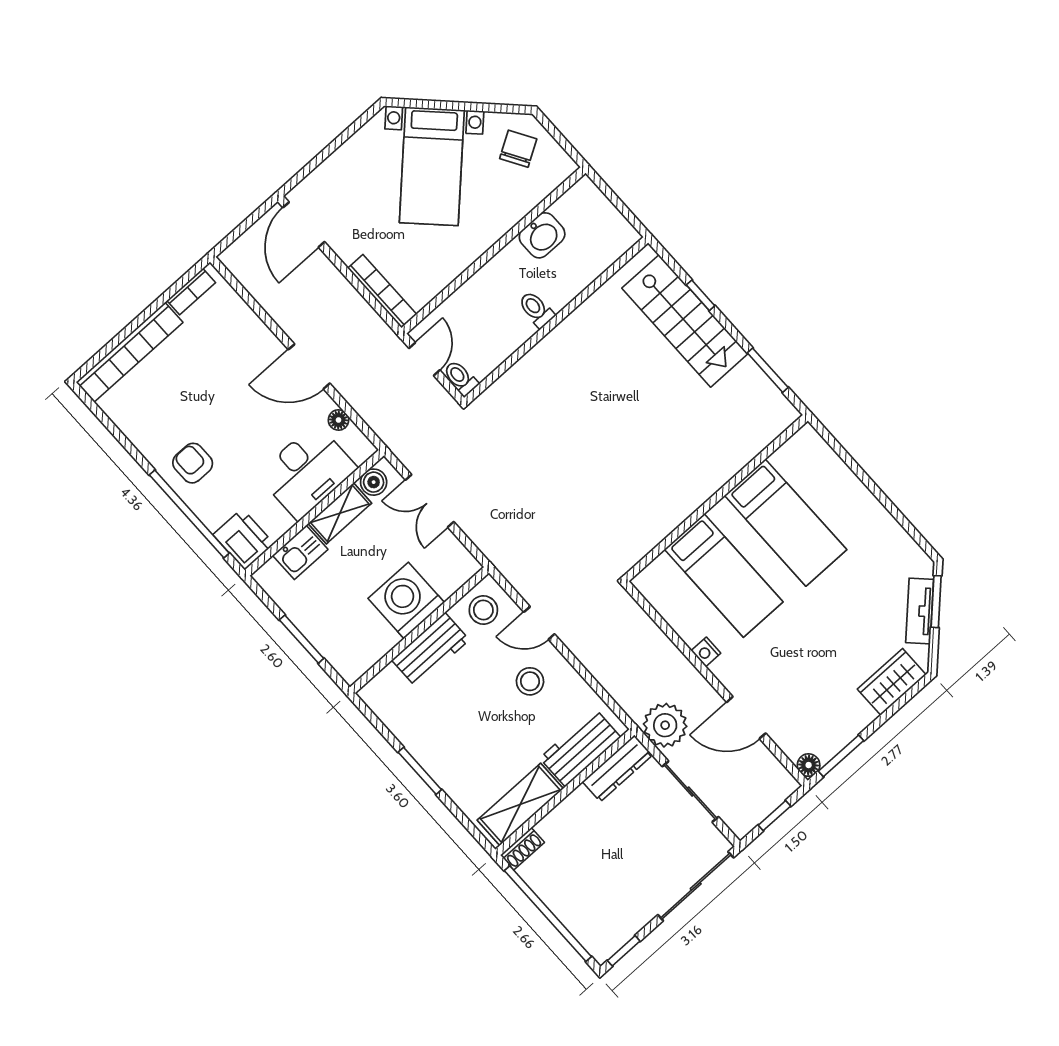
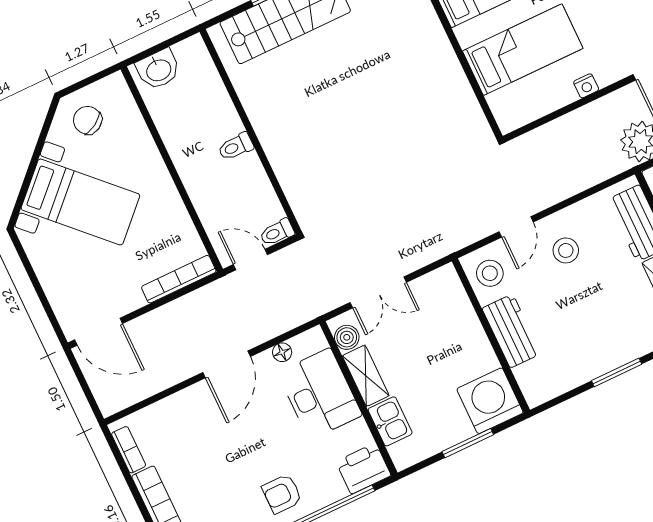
washbasin: (542, 235) -> (158, 69), moved, turned 90
washing machine: (406, 600) -> (490, 401), moved, turned 90

